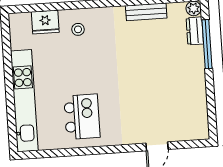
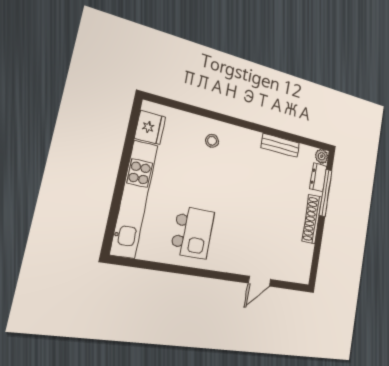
fridge: (45, 22) -> (150, 128), moved, turned -90
shoe rack: (198, 74) -> (312, 219), added

